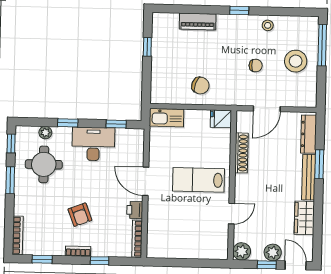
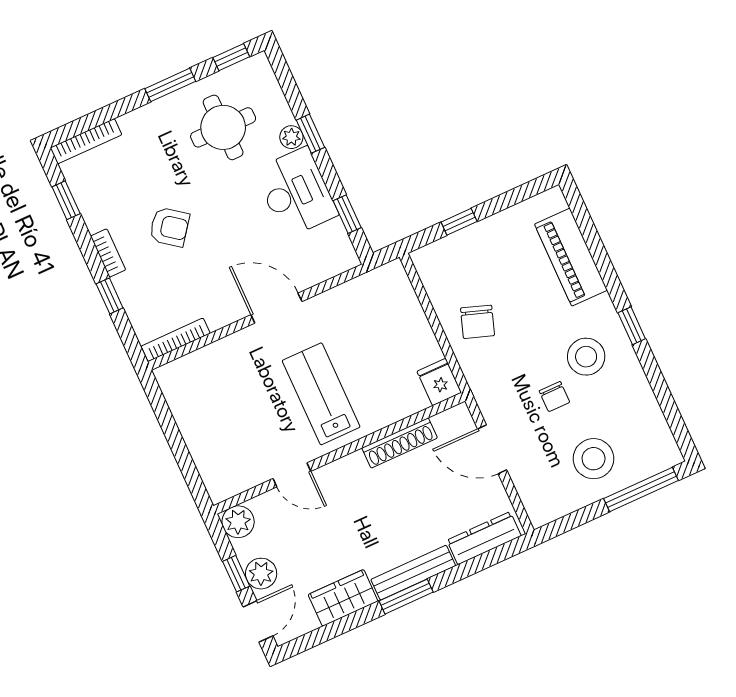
piano: (198, 22) -> (571, 257), width x1.37, depth x1.33
stool: (268, 25) -> (586, 357), moved, width x1.89, depth x1.89
window: (147, 47) -> (459, 222), moved
kitchen sink: (167, 118) -> (398, 292), removed
plant: (45, 133) -> (291, 137), moved
window: (319, 164) -> (406, 597), moved
door: (146, 181) -> (276, 308), hinge flipped
printer: (135, 210) -> (221, 313), removed
armchair: (80, 215) -> (169, 227), turned -122

